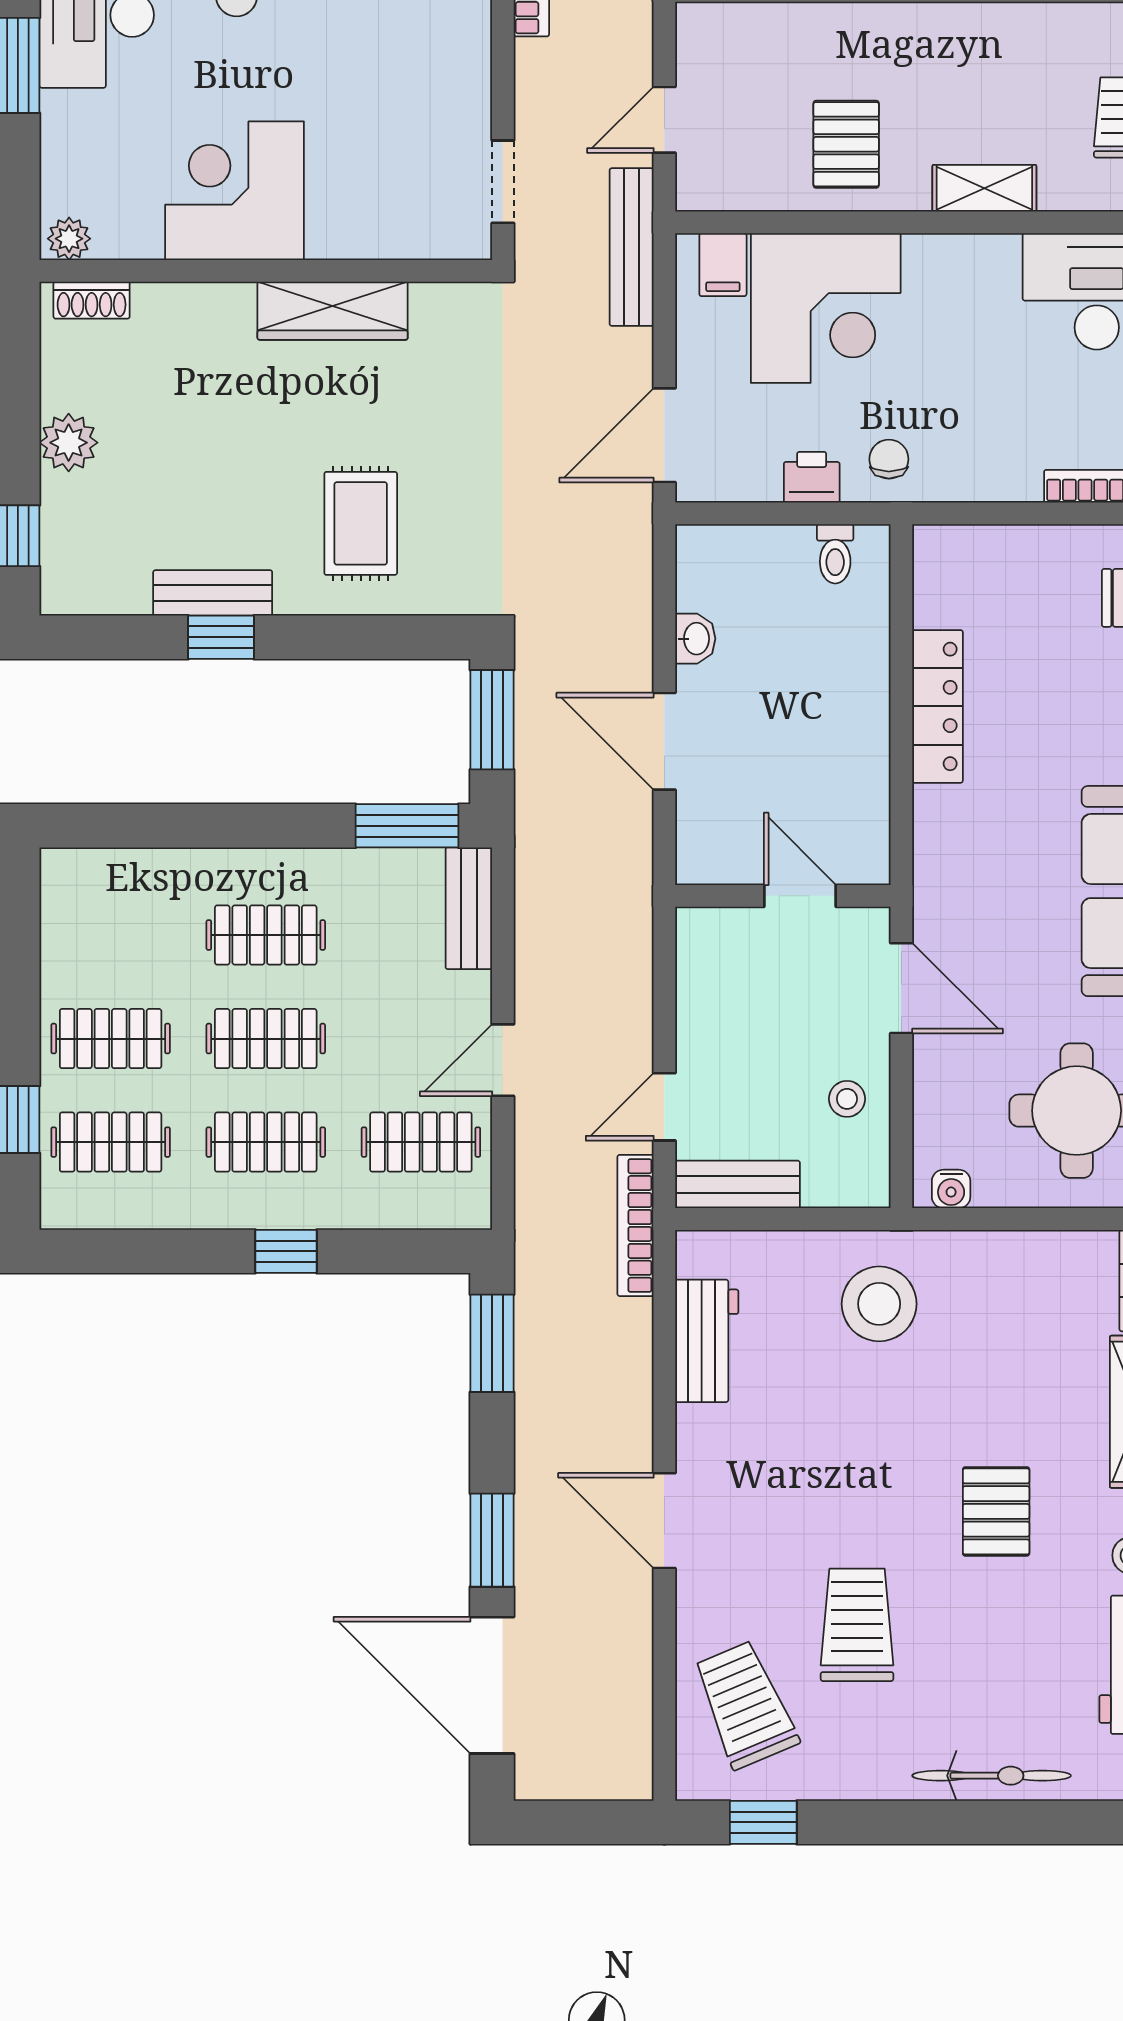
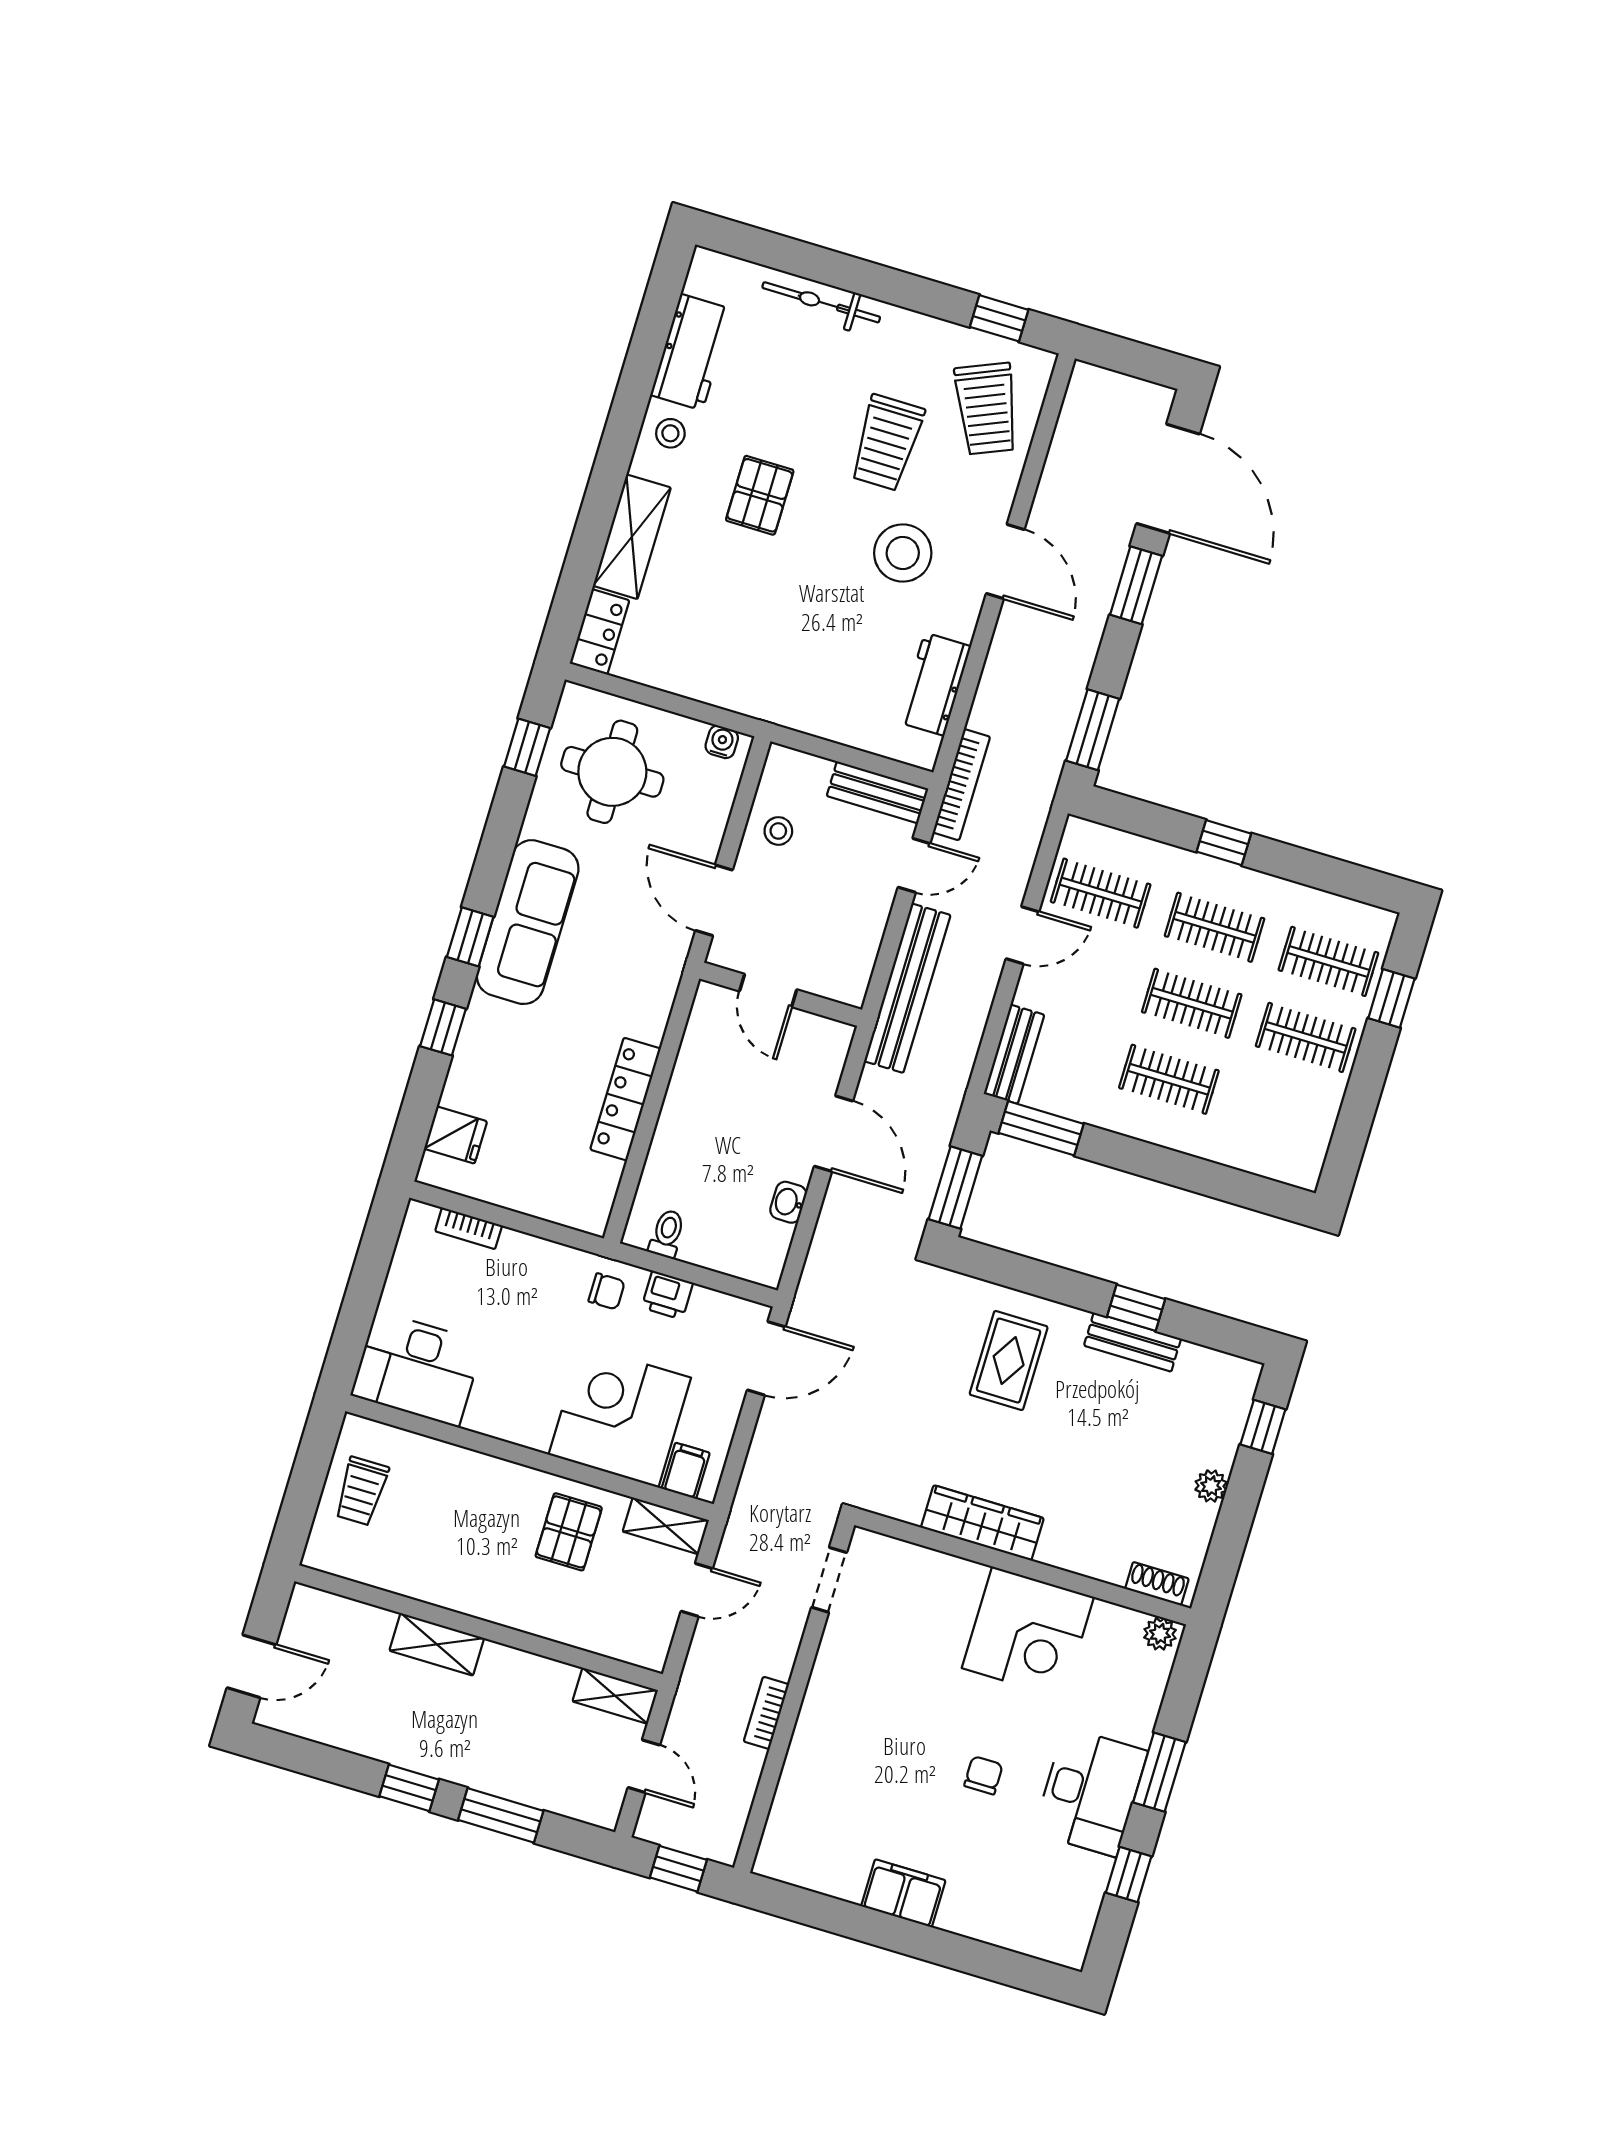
shelving: (984, 188) -> (666, 1526), moved
bench: (632, 247) -> (907, 988), moved, width x1.37, depth x1.21
plant: (69, 443) -> (1211, 1486), width x0.73, depth x0.73
chair: (889, 459) -> (607, 1291), turned -90
stool: (879, 1304) -> (903, 553), moved

